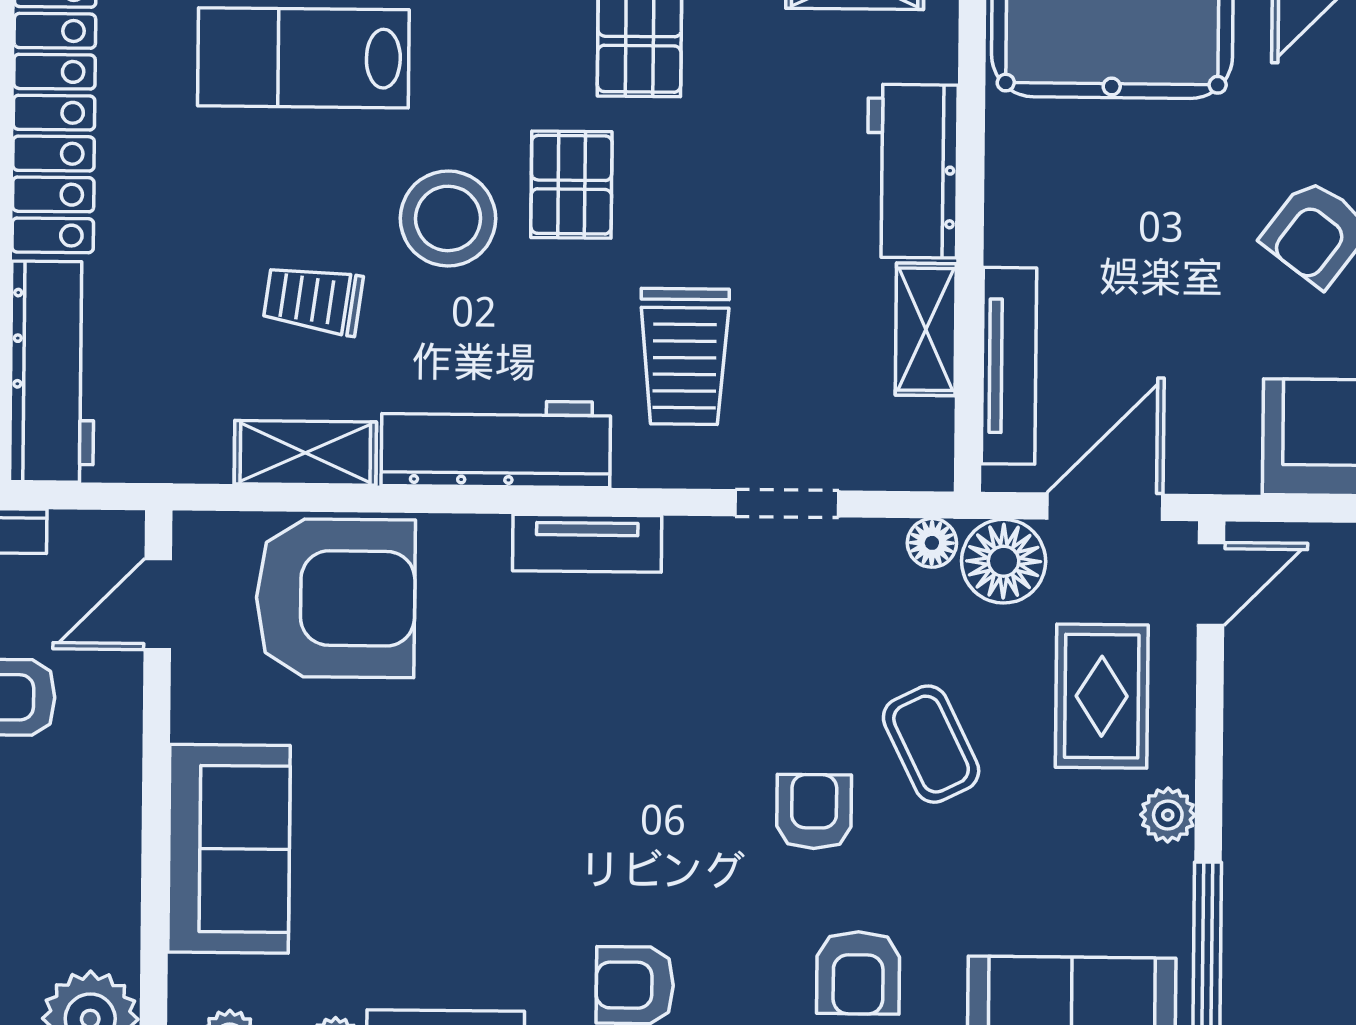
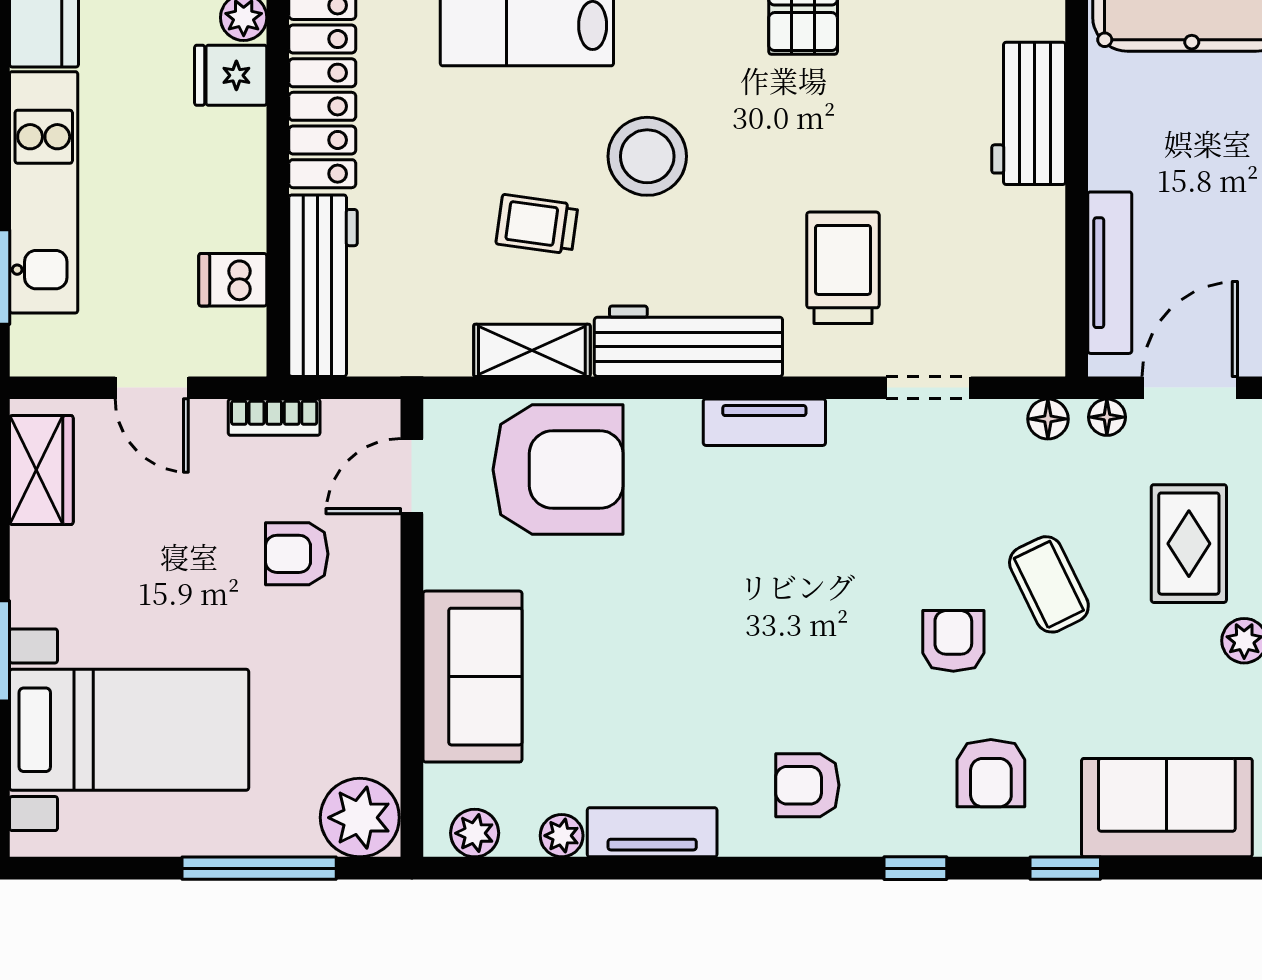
pallet: (571, 185) -> (748, 127), removed
shelving: (926, 329) -> (1041, 243), removed
trolley: (685, 356) -> (843, 268), turned 180
floor lamp: (1004, 561) -> (1107, 417), width x0.53, depth x0.53

